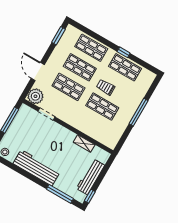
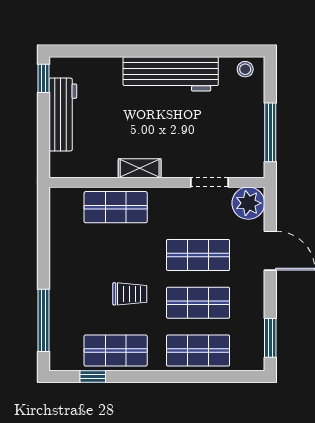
window: (124, 52) -> (93, 377), moved
shop shelf: (102, 107) -> (116, 207), moved
window: (139, 112) -> (43, 320), moved
shelving: (84, 144) -> (140, 168), moved
window: (60, 194) -> (100, 51), removed

